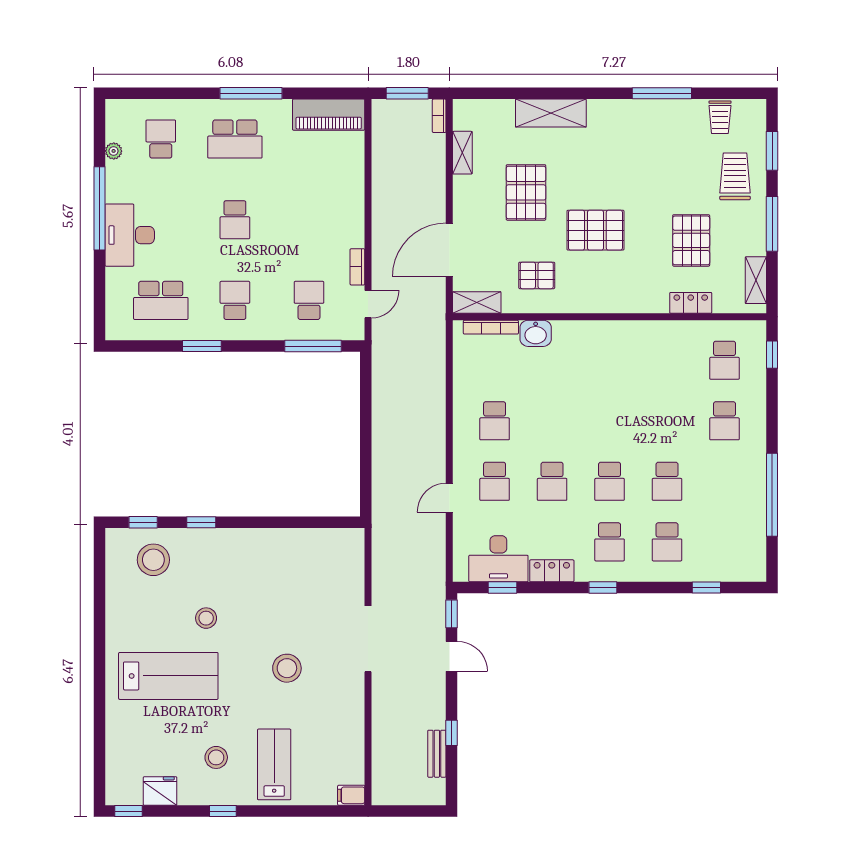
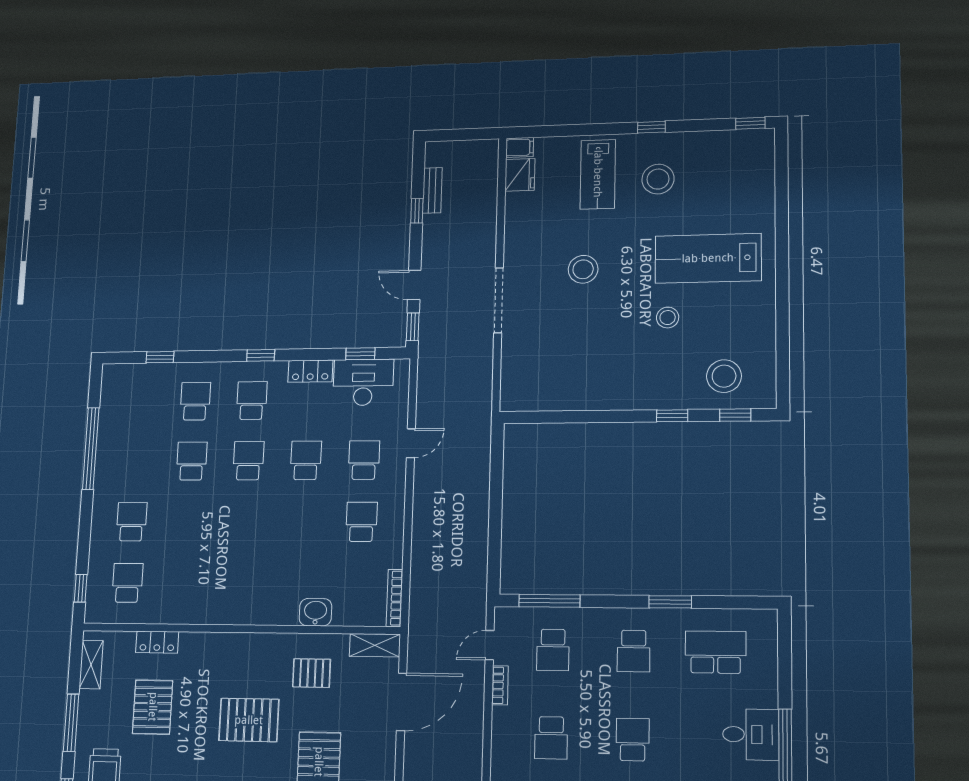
school desk: (309, 220) -> (551, 738), added
desk: (130, 235) -> (751, 735), width x0.73
bookcase: (491, 327) -> (394, 598), moved, turned -90
stool: (216, 757) -> (658, 179), width x1.38, depth x1.38
fridge: (160, 791) -> (520, 175), moved, turned -90

